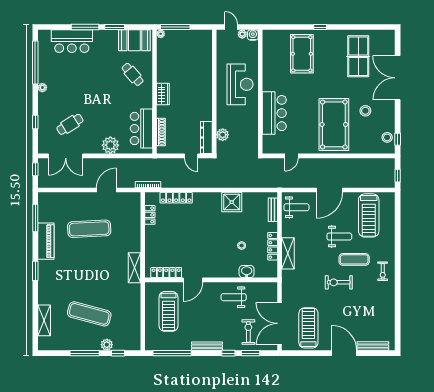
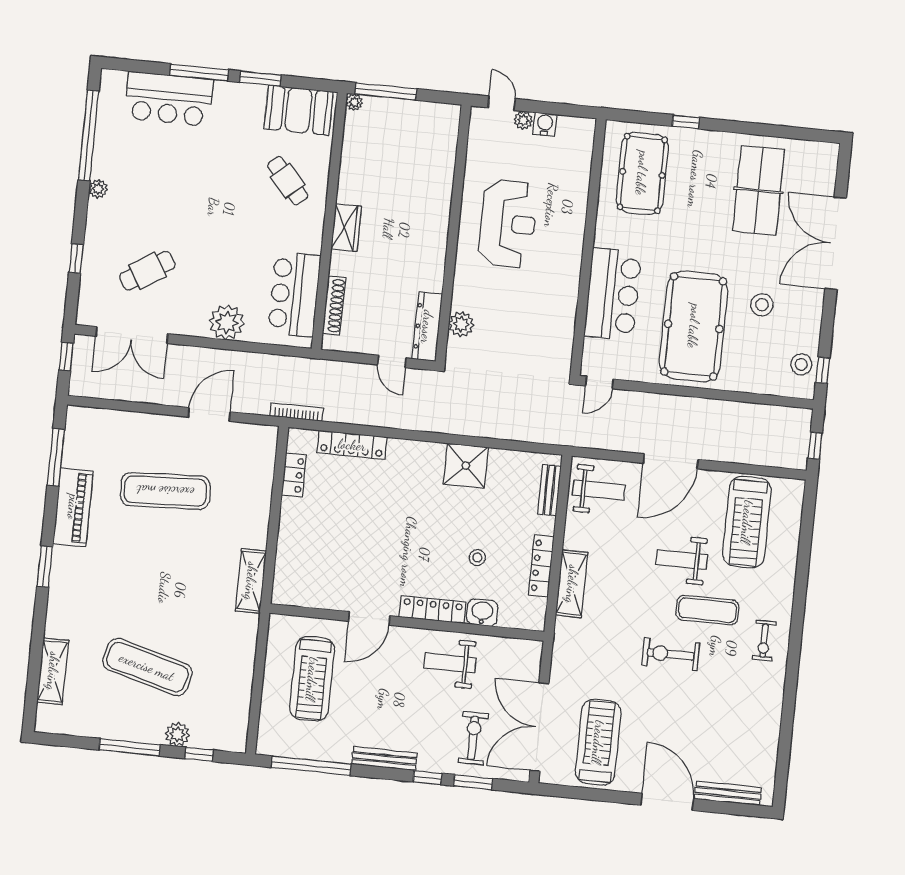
wall: (260, 92) -> (588, 247), moved
bar counter: (274, 113) -> (613, 294), moved
weight bench: (339, 237) -> (682, 560), turned 180
locker: (166, 273) -> (433, 610), moved

